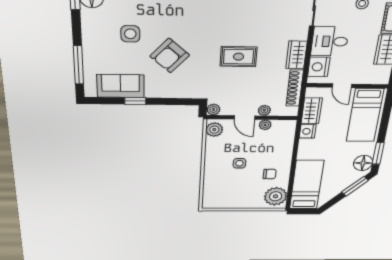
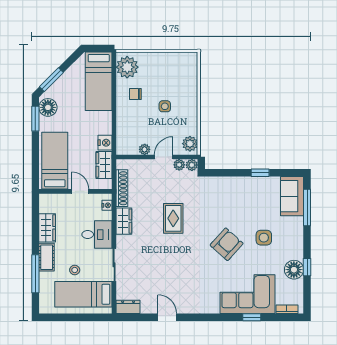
armchair: (170, 56) -> (227, 244), moved
rug: (239, 57) -> (173, 218), turned 90
nightstand: (319, 67) -> (107, 205), width x0.53, depth x0.56
sofa: (121, 86) -> (292, 196), moved, turned 90
plant: (264, 110) -> (179, 165), moved
door: (245, 117) -> (164, 157), hinge flipped

